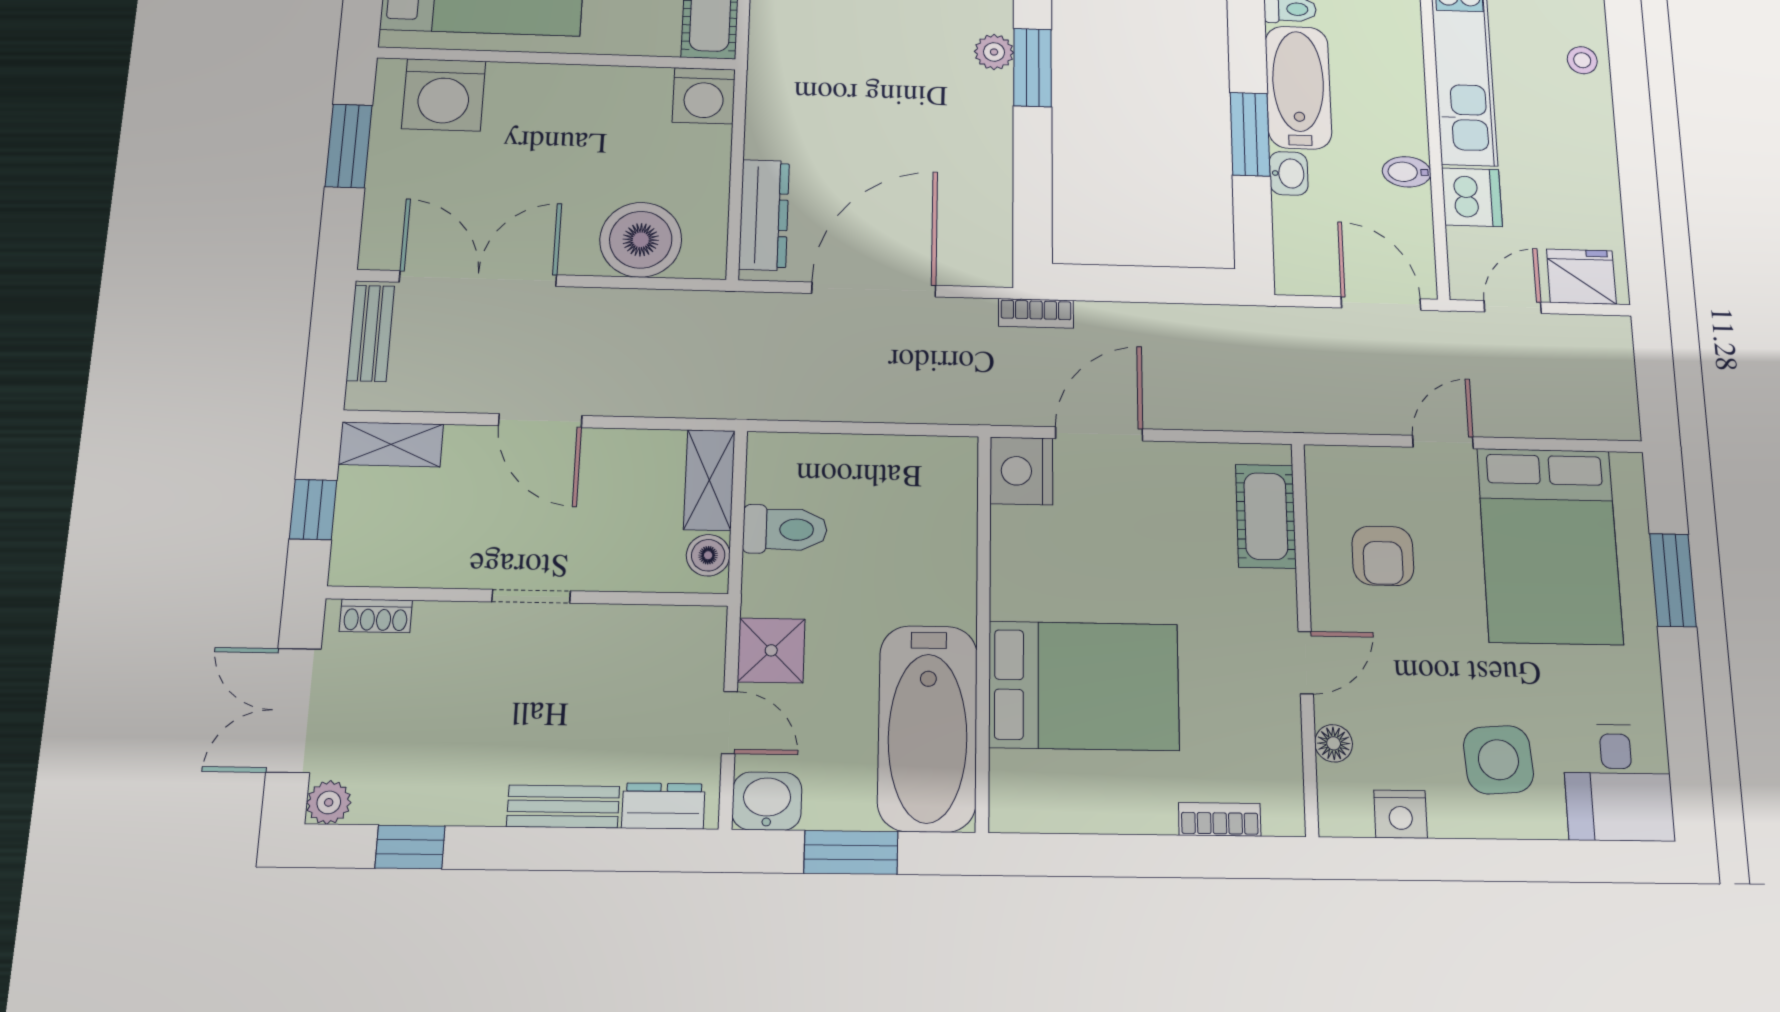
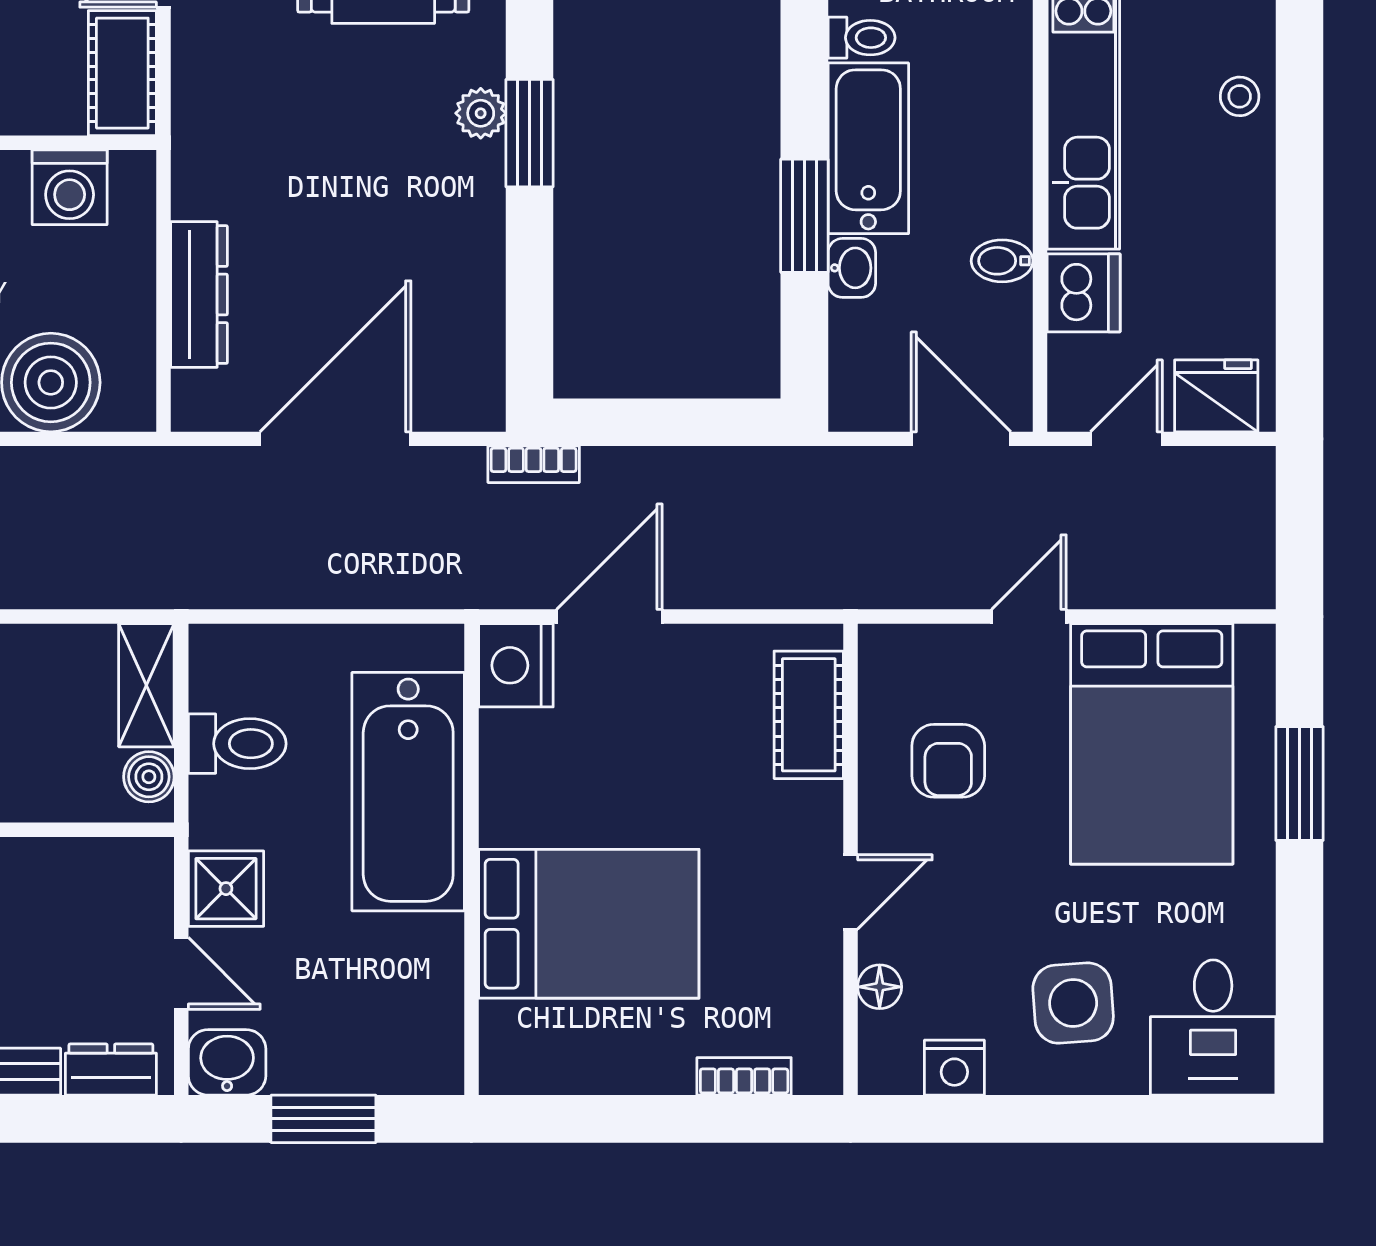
washing machine: (704, 96) -> (70, 187), moved
dresser: (764, 215) -> (199, 295), moved
bathtub: (928, 728) -> (408, 792), moved

